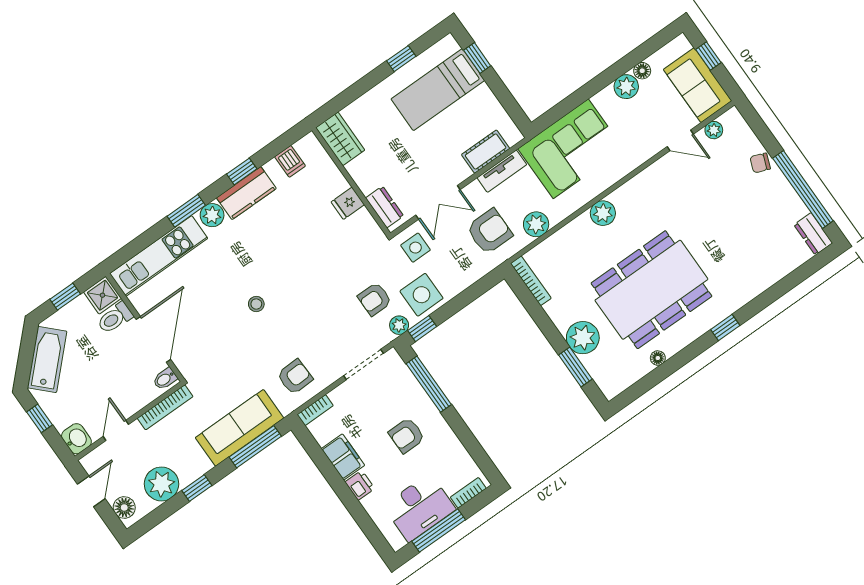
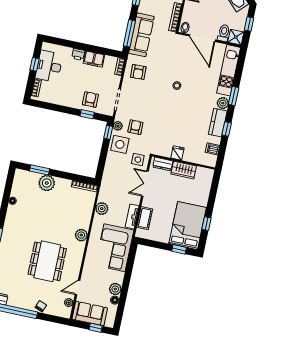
bed: (438, 90) -> (188, 226), width x1.50
wardrobe: (340, 139) -> (184, 170), moved
armchair: (489, 231) -> (116, 190), removed
dining table: (651, 290) -> (47, 261), moved, width x0.73, depth x0.80
window: (429, 384) -> (87, 114), width x0.46
armchair: (407, 435) -> (90, 100), moved
window: (439, 530) -> (34, 64), width x0.46

